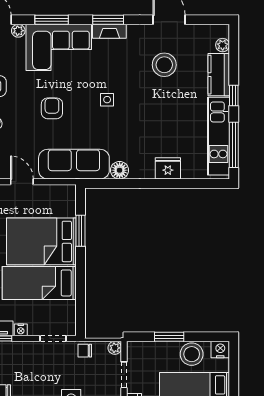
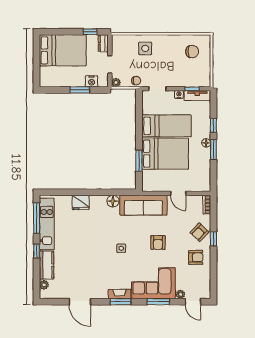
stool: (164, 65) -> (83, 272), removed
nightstand: (220, 350) -> (92, 81), moved
stool: (192, 354) -> (65, 78), removed

